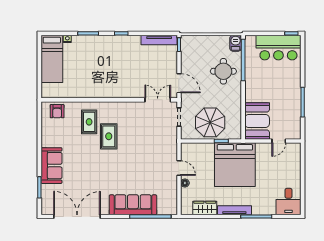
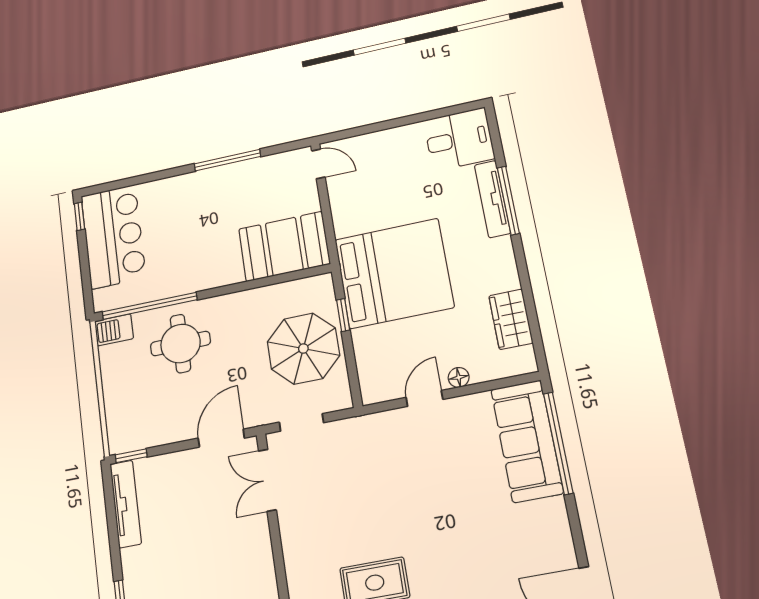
door: (279, 141) -> (318, 164), moved
sofa: (133, 205) -> (527, 441), moved
tv unit: (234, 210) -> (492, 199), moved

